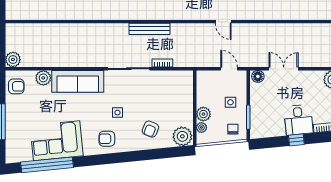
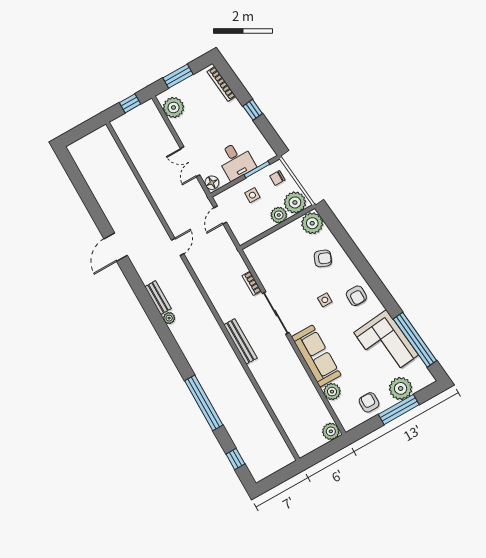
bench: (150, 29) -> (240, 341), moved
armchair: (16, 86) -> (369, 402), moved
desk: (298, 120) -> (236, 161), moved, turned 96
plant: (201, 127) -> (295, 202), width x1.88, depth x1.88
plant: (16, 132) -> (401, 388), added

